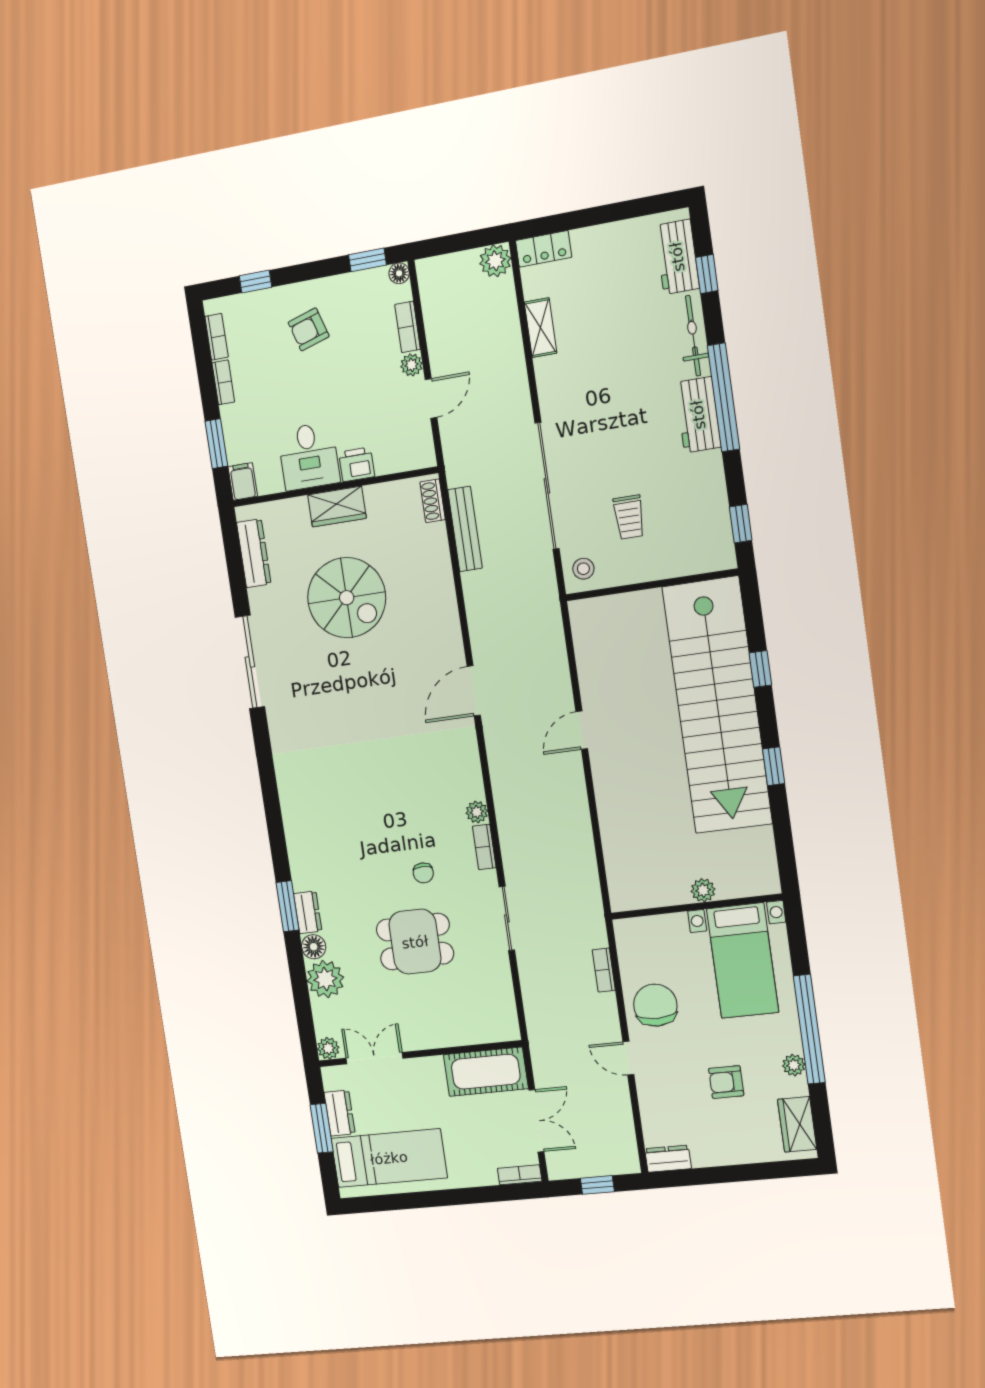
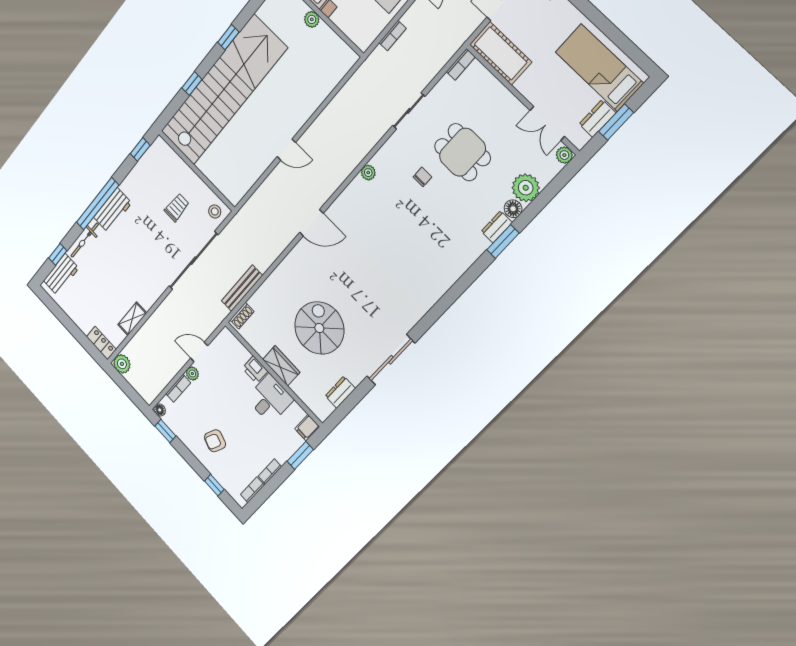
armchair: (309, 329) -> (215, 441), turned 128
dresser: (254, 553) -> (340, 392), width x0.70
bookcase: (484, 847) -> (461, 64), moved

